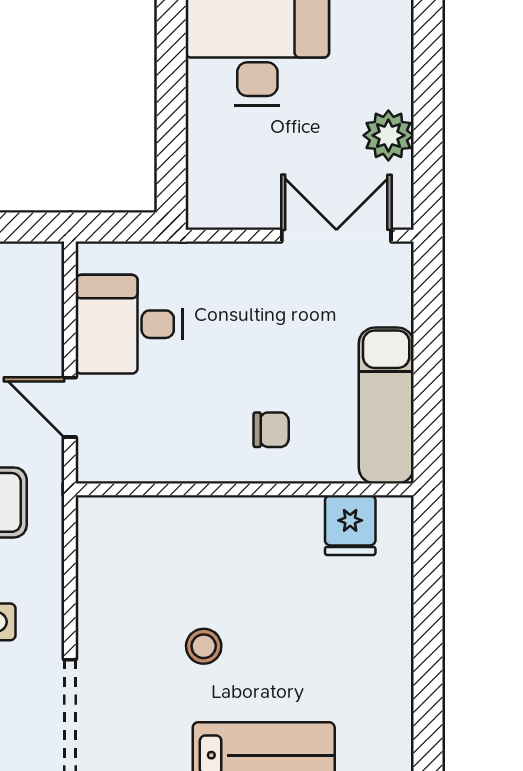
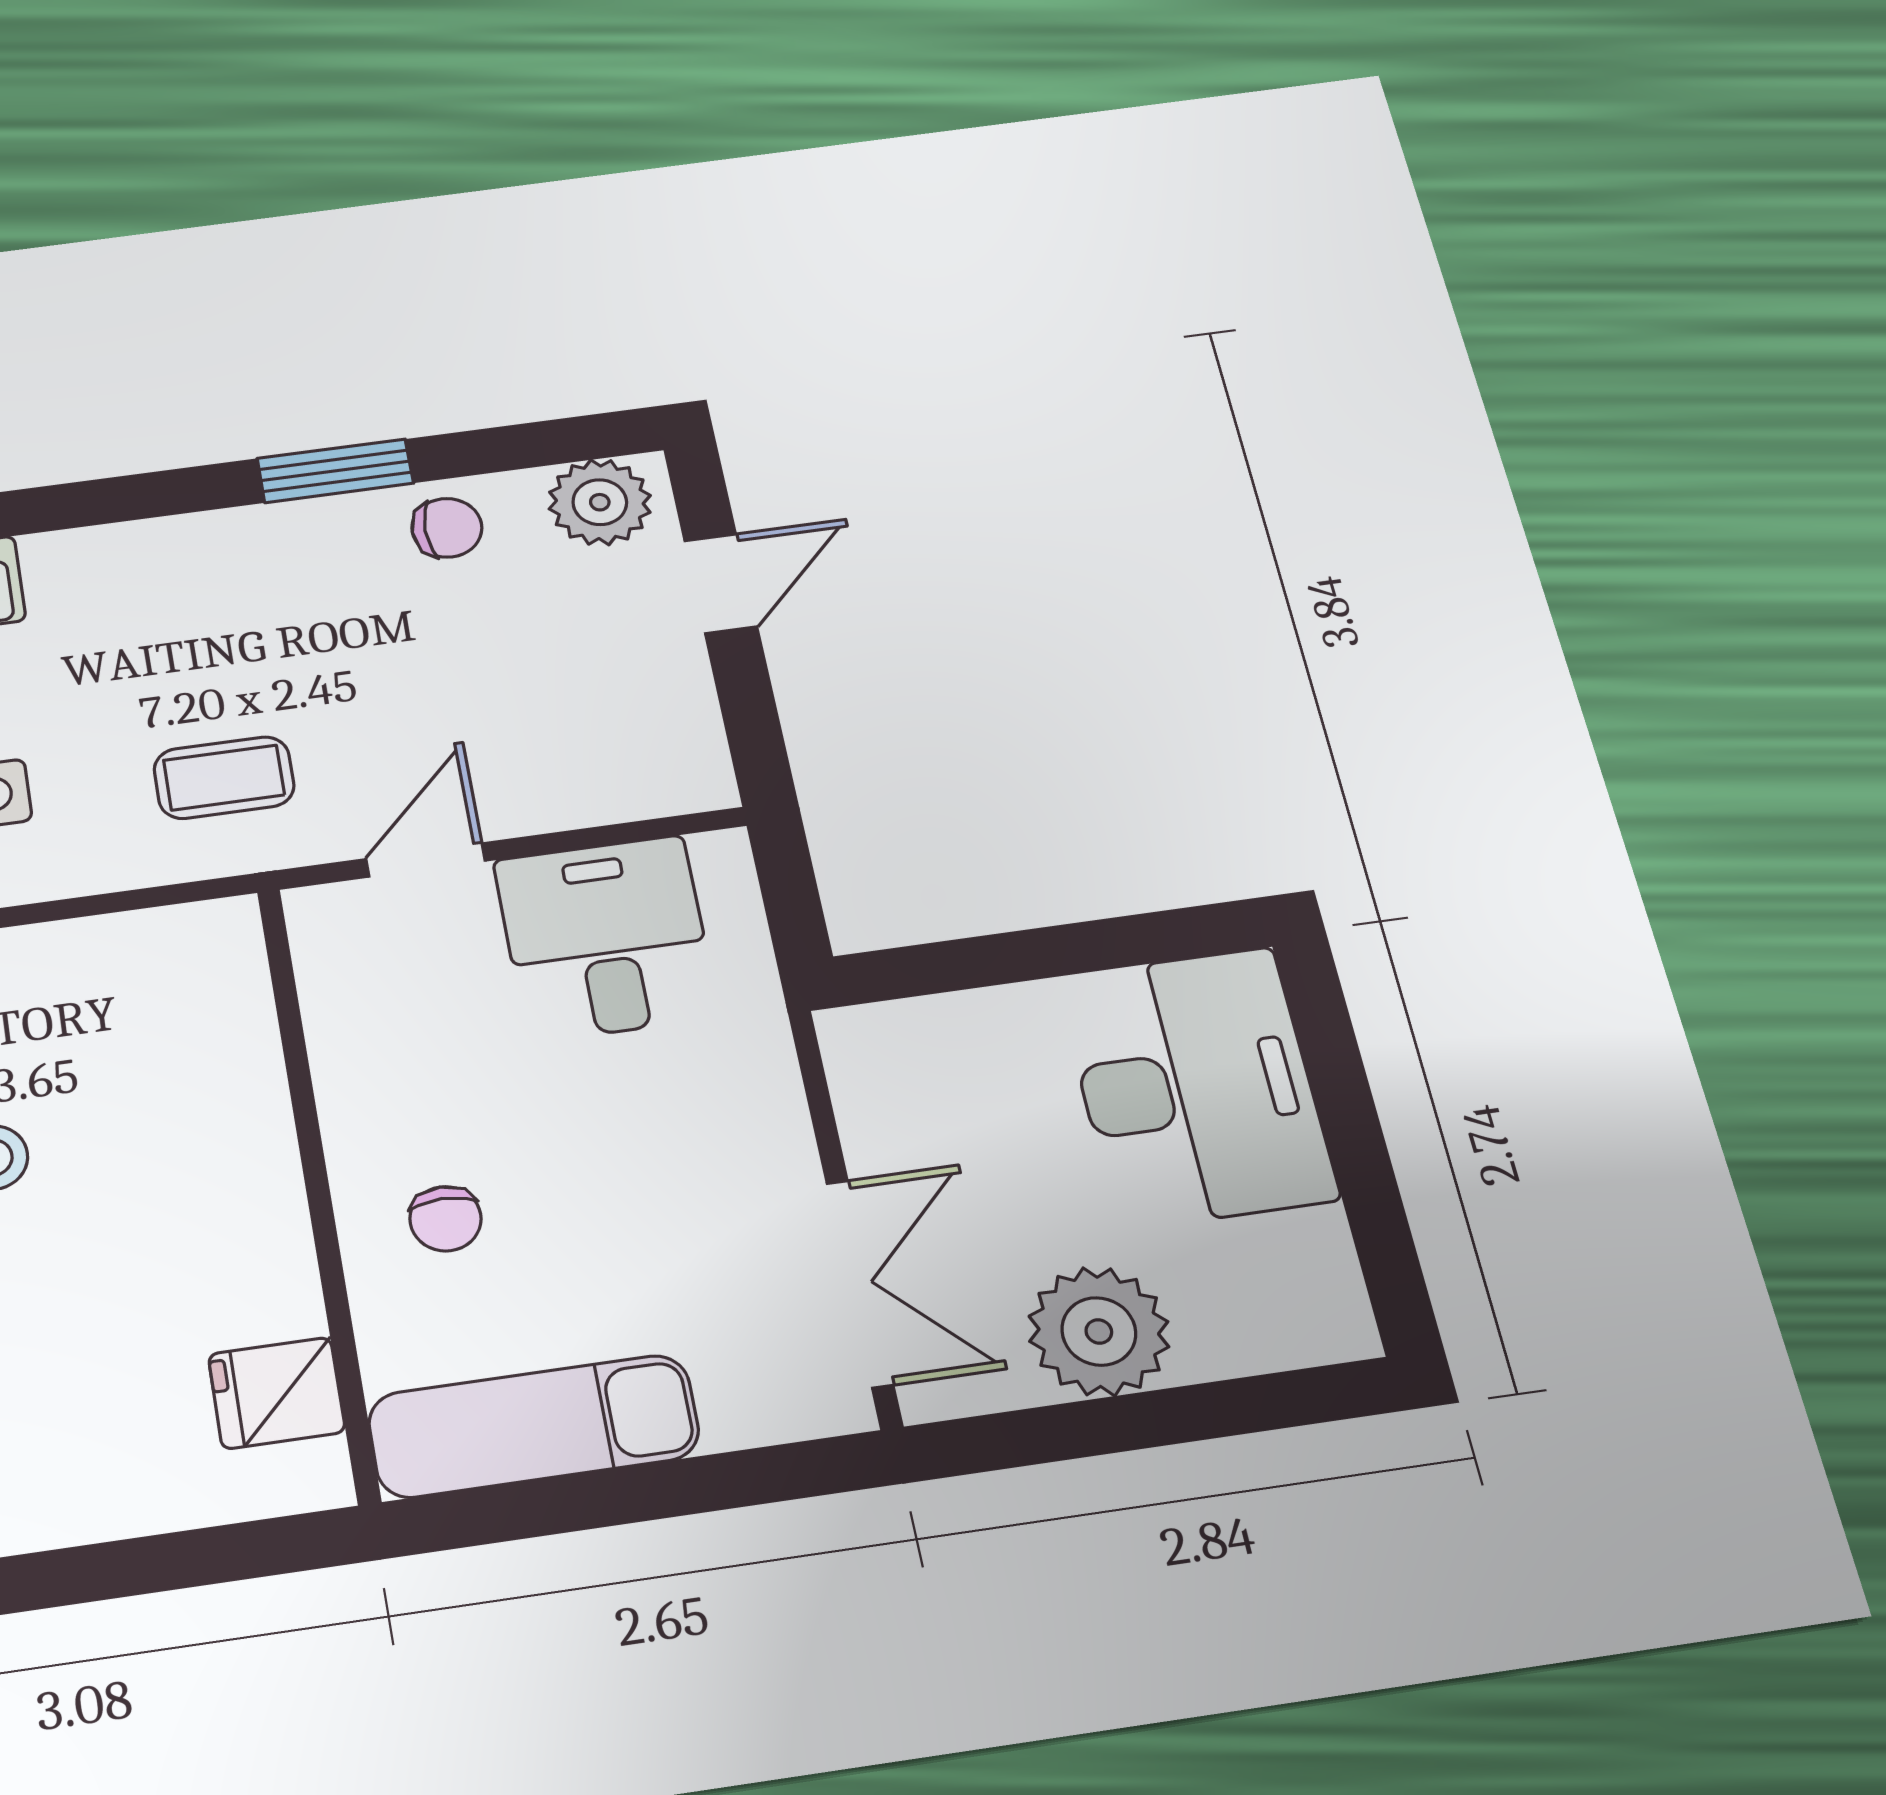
plant: (388, 135) -> (1099, 1331), width x1.36, depth x1.36

